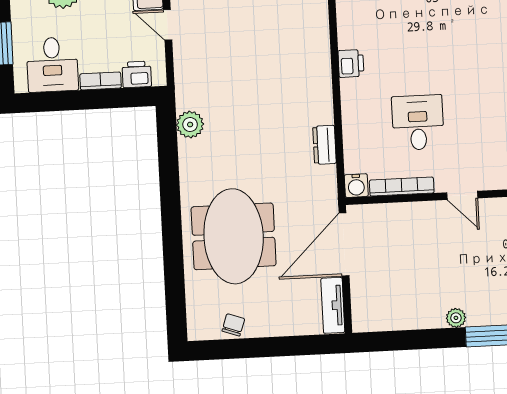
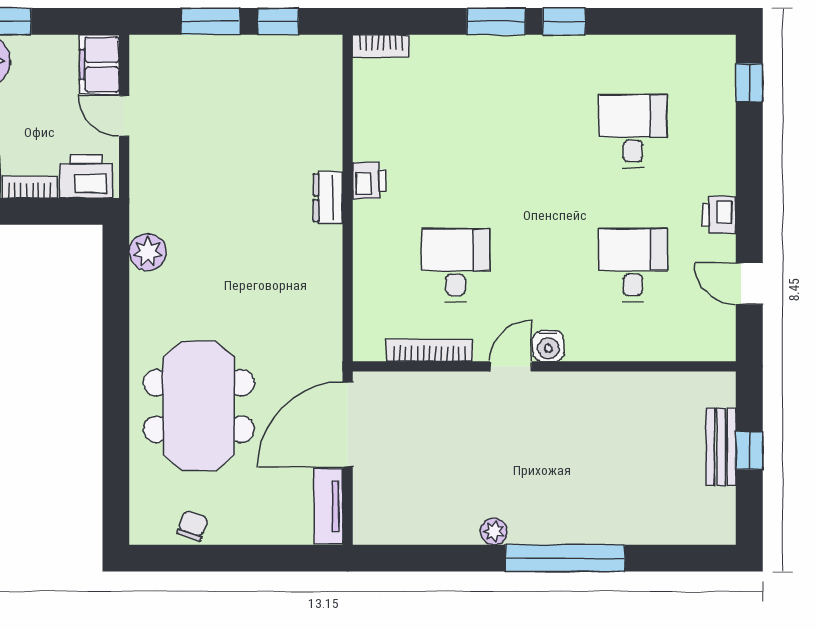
printer: (137, 74) -> (86, 176), width x1.36, depth x1.24
dresser: (324, 145) -> (328, 198), moved
water cooler: (356, 186) -> (548, 346), moved
door: (462, 195) -> (511, 366), swing flipped

